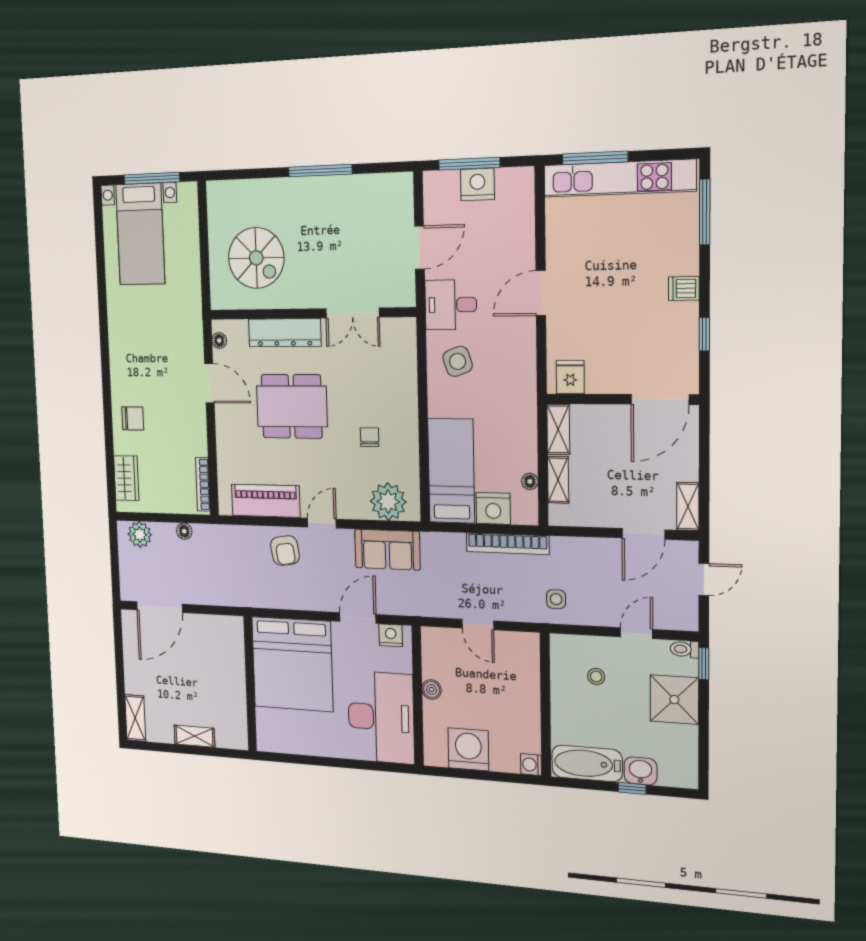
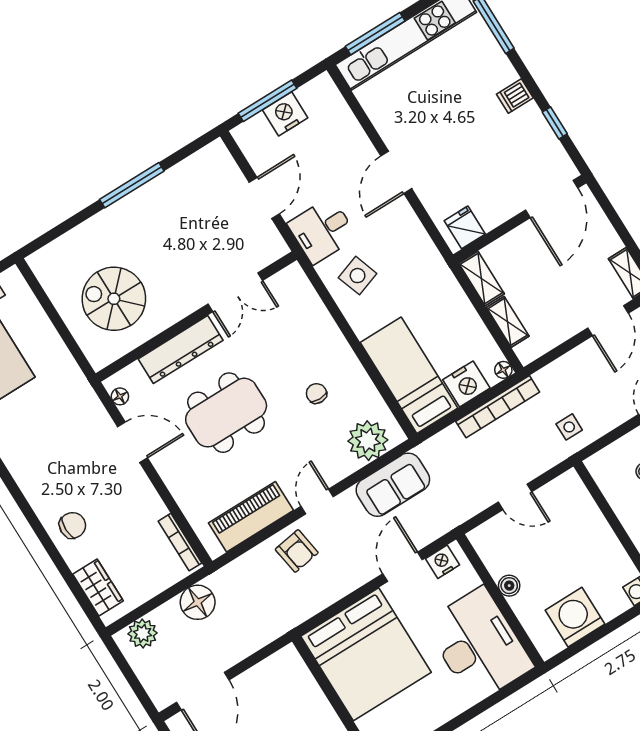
spiral stairs: (256, 258) -> (114, 299), turned 180
floor lamp: (530, 481) -> (503, 370), moved
floor lamp: (184, 531) -> (198, 602), width x1.89, depth x1.89

